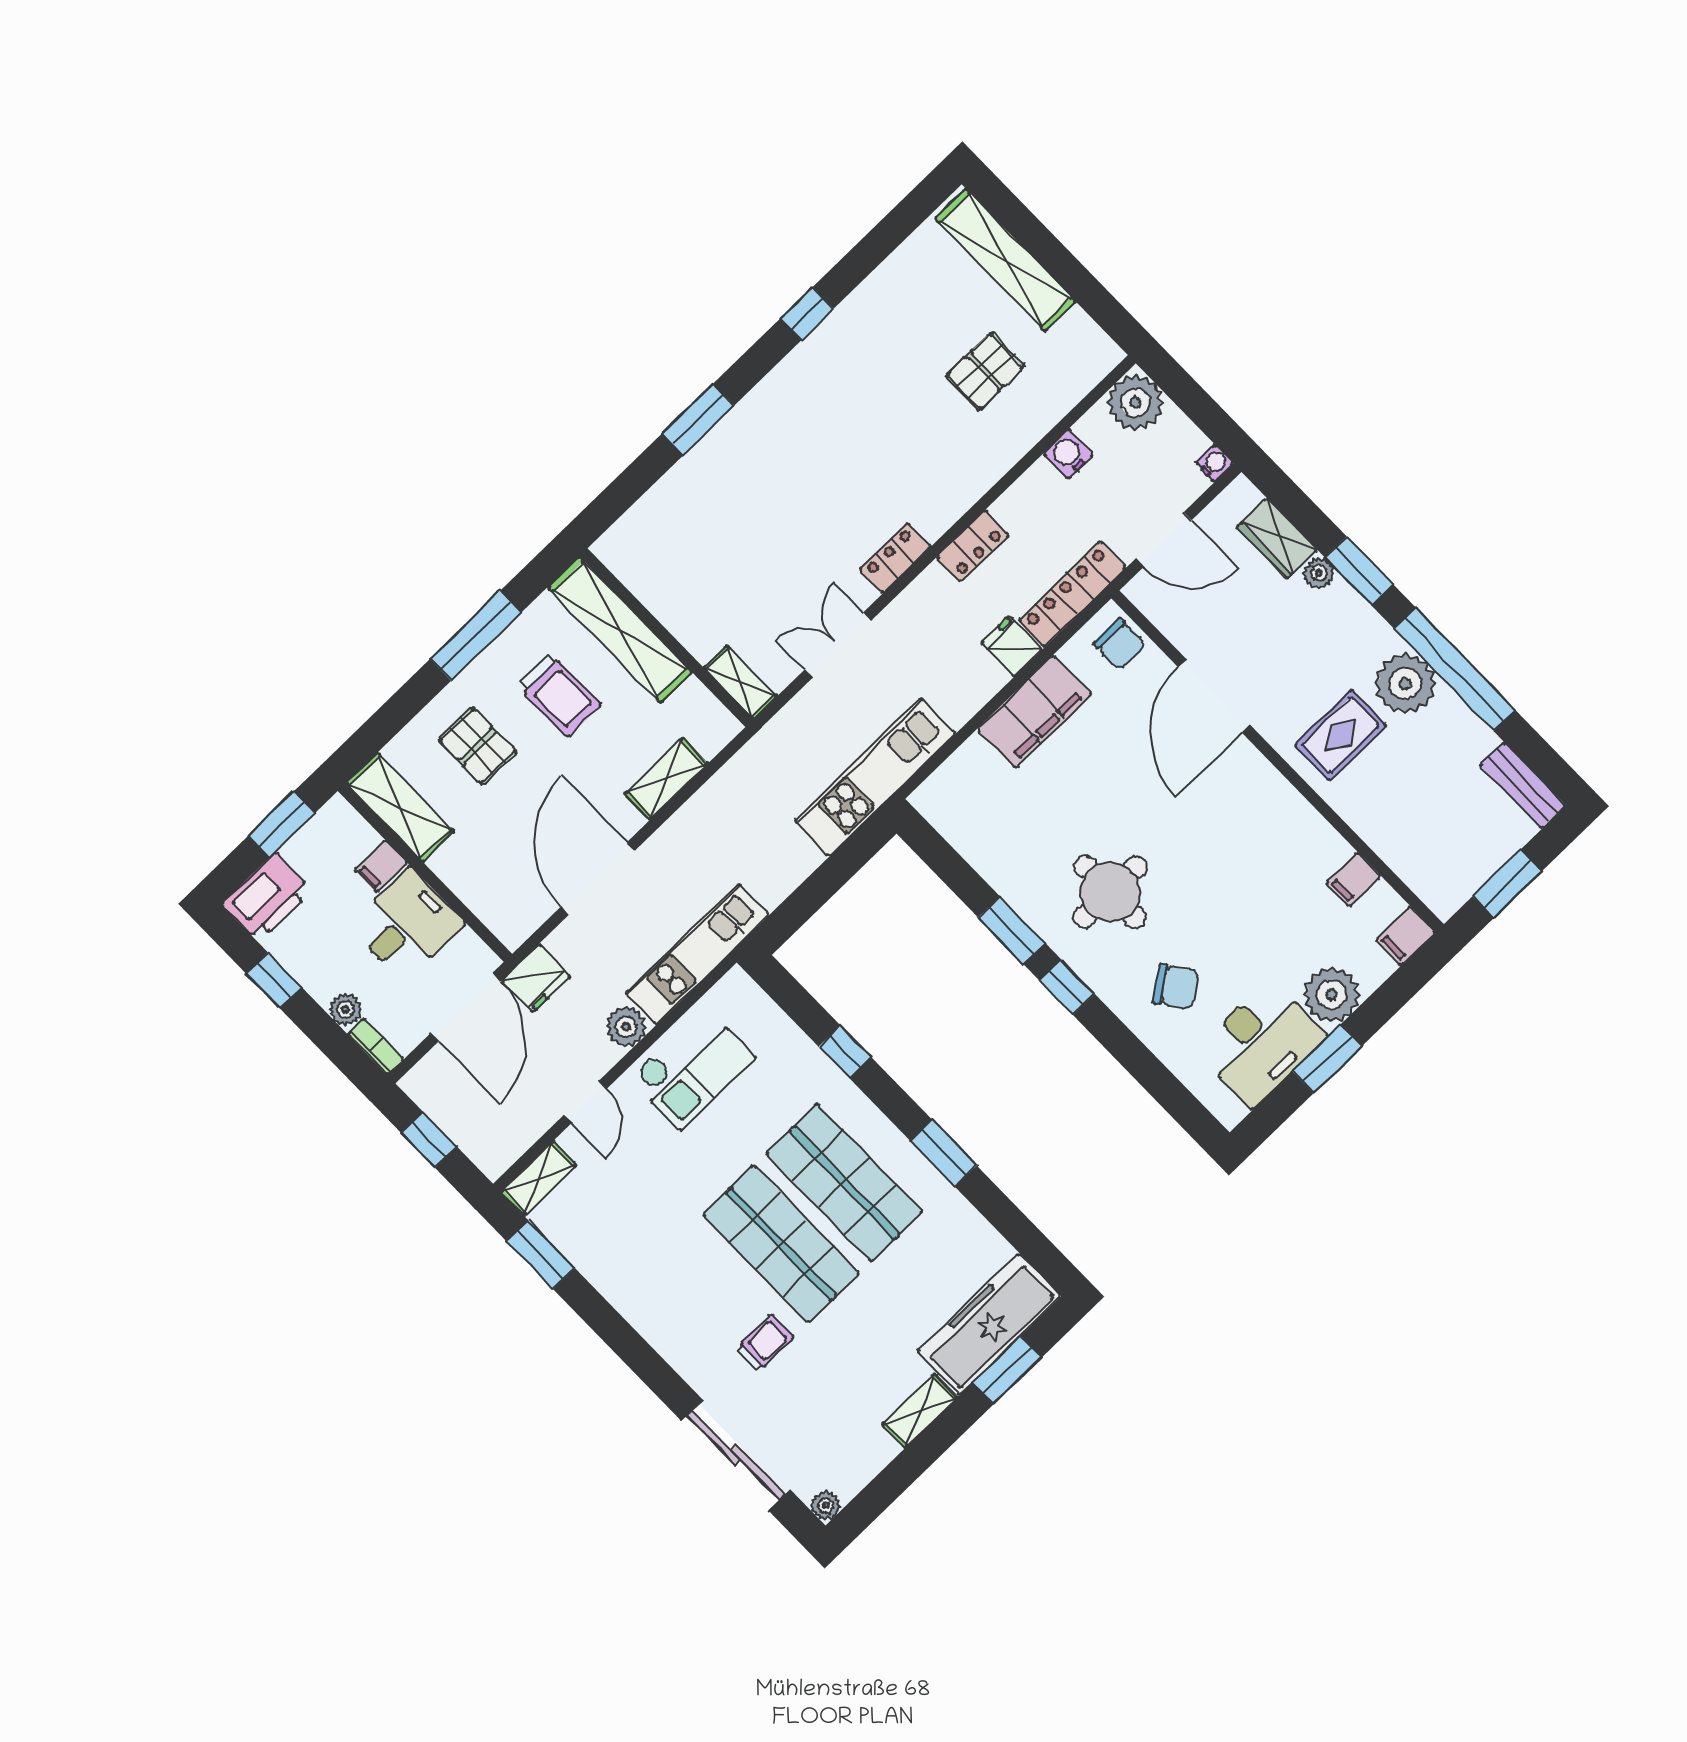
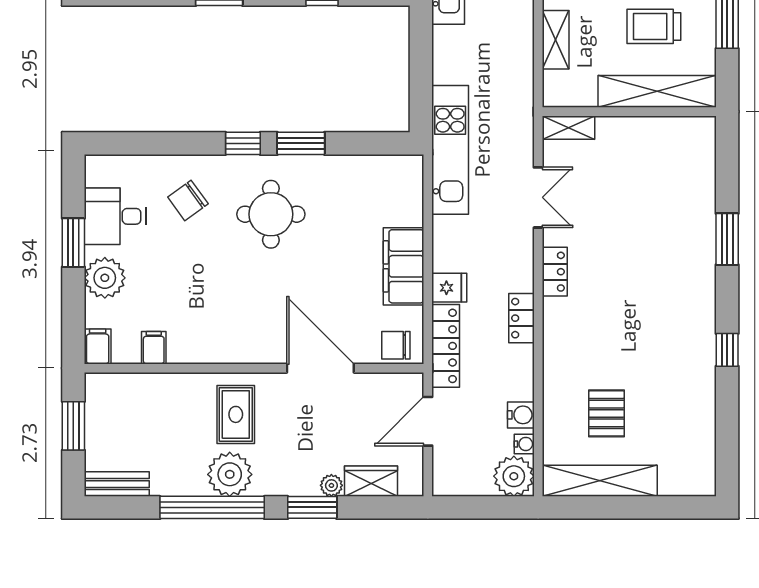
shelving: (1005, 260) -> (600, 481), moved
water cooler: (1214, 463) -> (524, 444), moved, turned -90
desk: (1261, 1043) -> (115, 216), width x0.73

